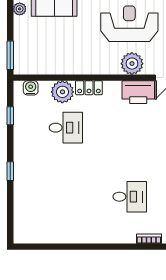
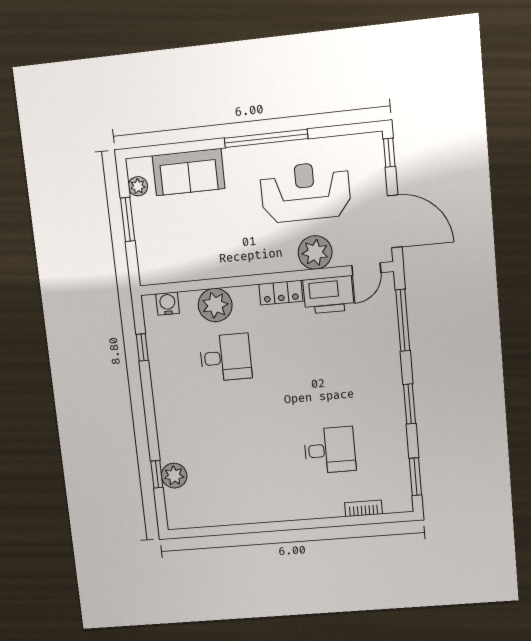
window: (10, 55) -> (128, 219), moved
locker: (89, 88) -> (281, 293), moved
window: (10, 171) -> (157, 474), moved
plant: (22, 206) -> (174, 476), added

